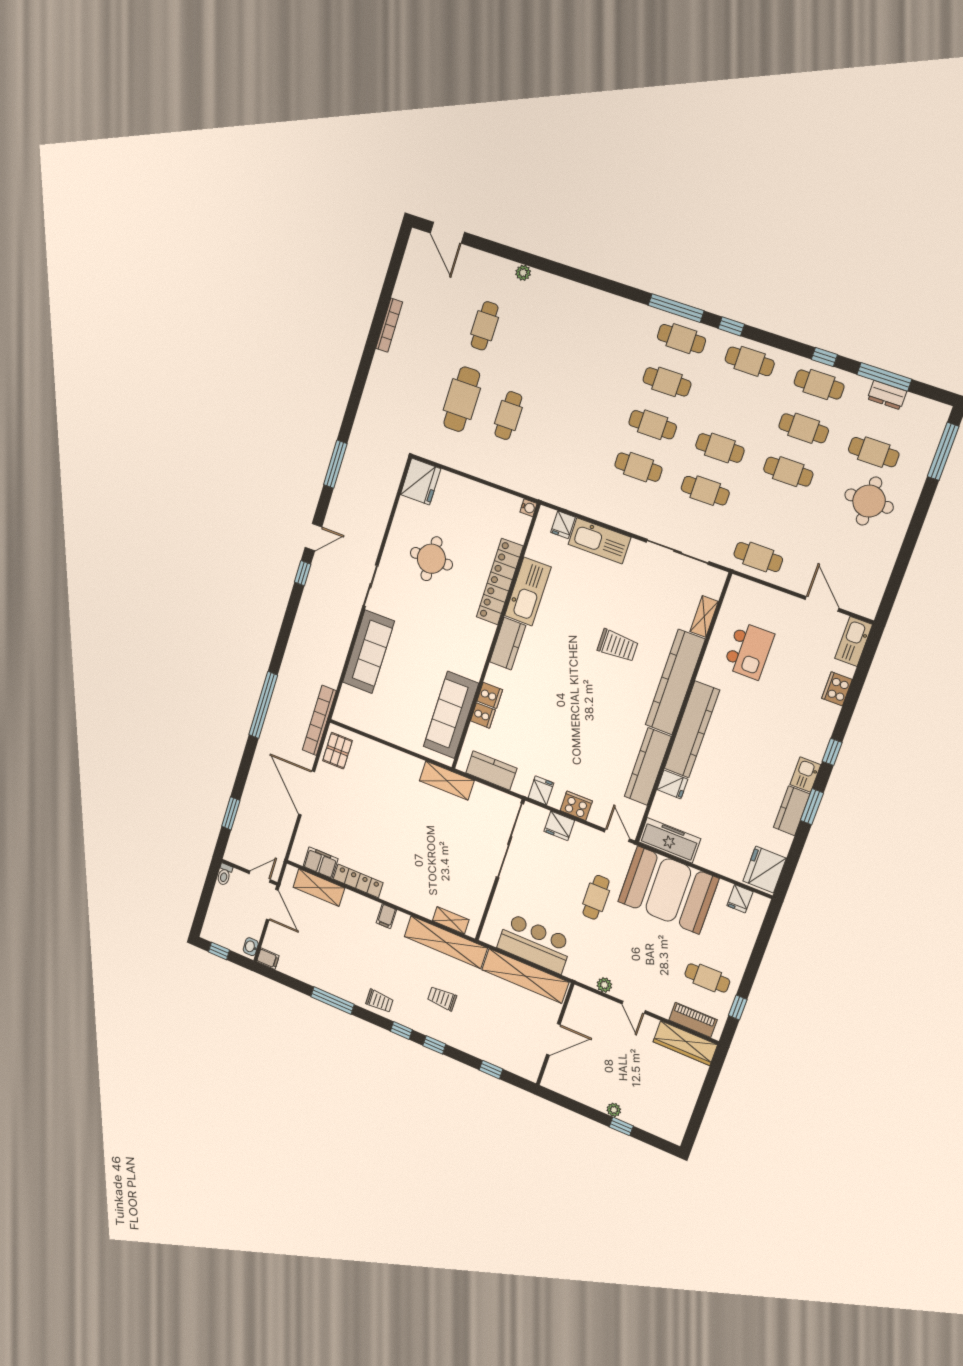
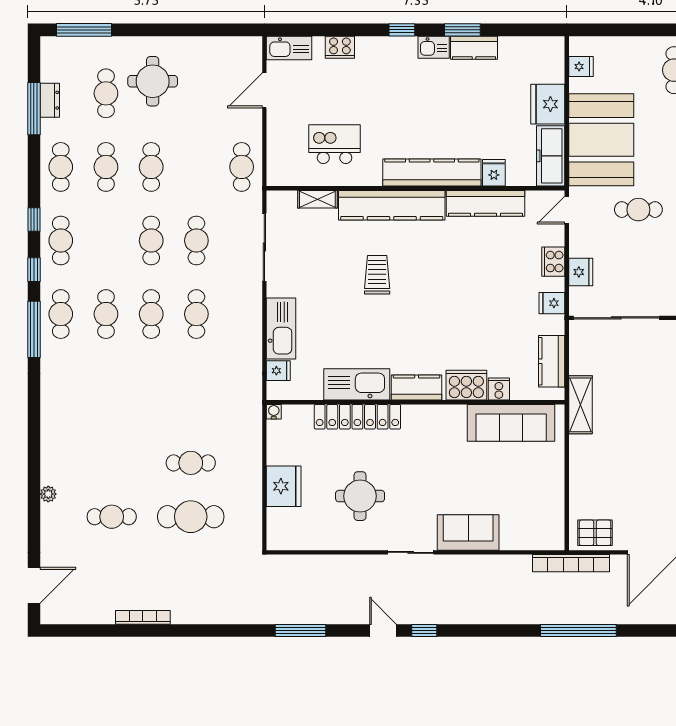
window: (824, 357) -> (34, 219), moved
fridge: (421, 482) -> (284, 486), moved, turned 90
sofa: (368, 652) -> (468, 532), width x0.73
cooker: (490, 695) -> (466, 385), width x1.87, depth x1.31
fridge: (765, 870) -> (548, 104), moved, turned 90

